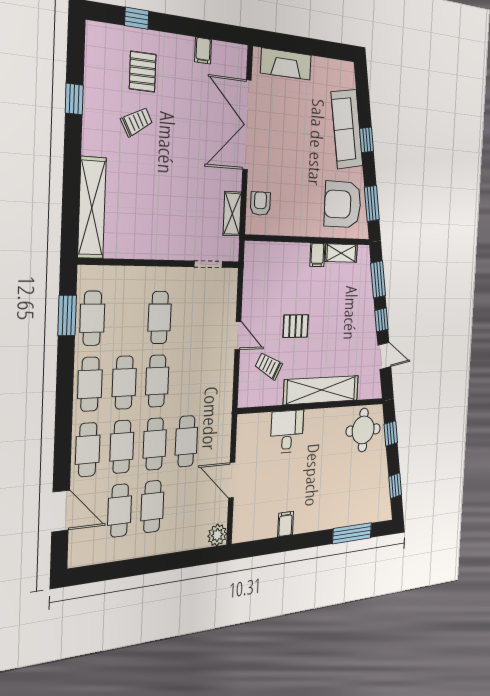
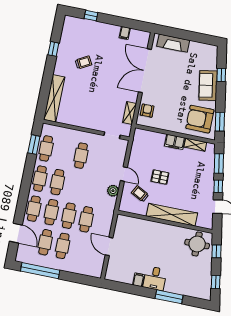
pallet: (143, 72) -> (90, 40), removed
sofa: (347, 129) -> (208, 85), width x0.73
window: (367, 140) -> (221, 75), moved
filing cabinet: (317, 255) -> (175, 142), width x2.00
cafe table: (157, 381) -> (75, 186), removed
desk: (287, 432) -> (155, 278), moved, turned 180
window: (352, 533) -> (169, 297), moved
plant: (217, 535) -> (113, 191), moved
window: (119, 570) -> (40, 271), added

